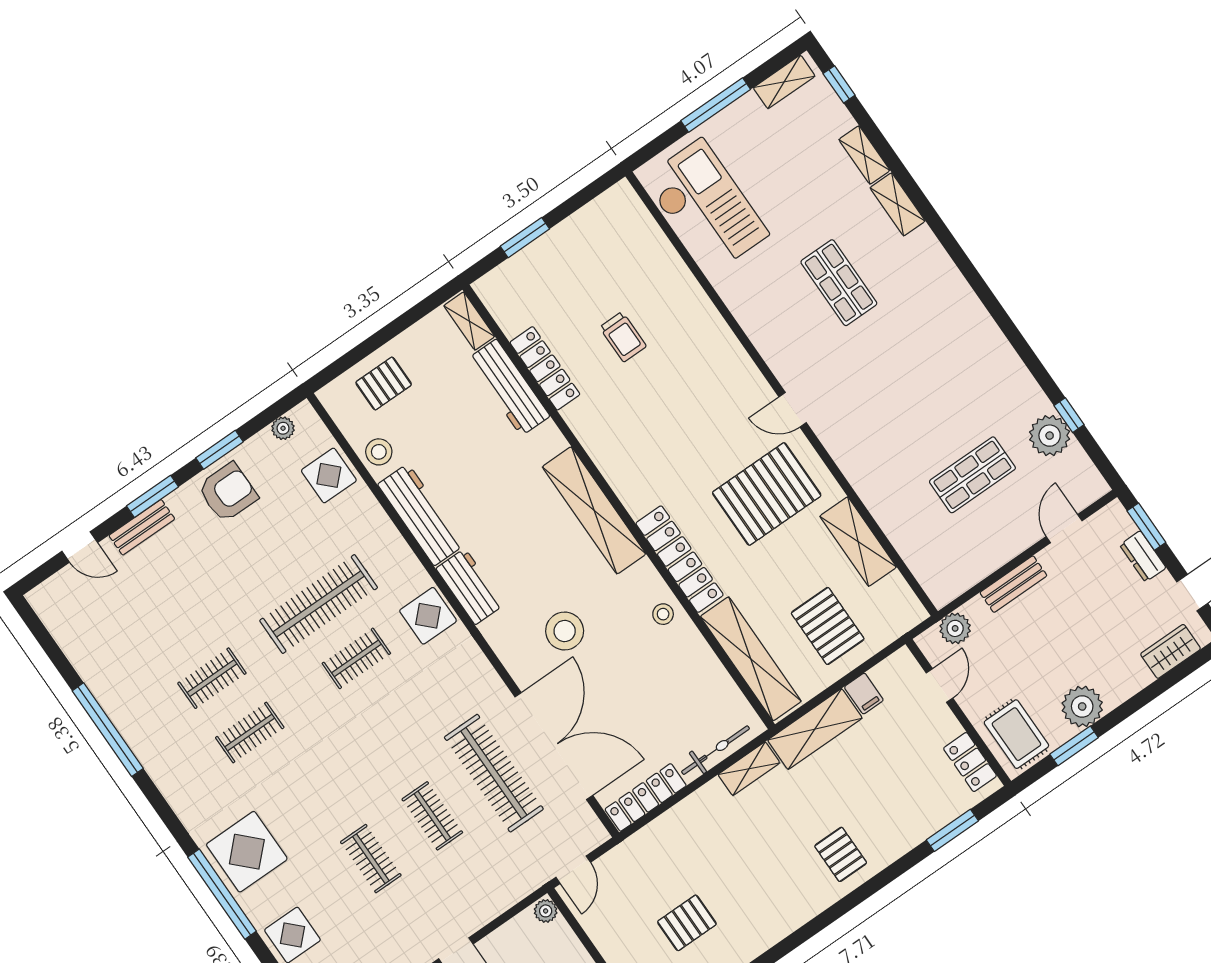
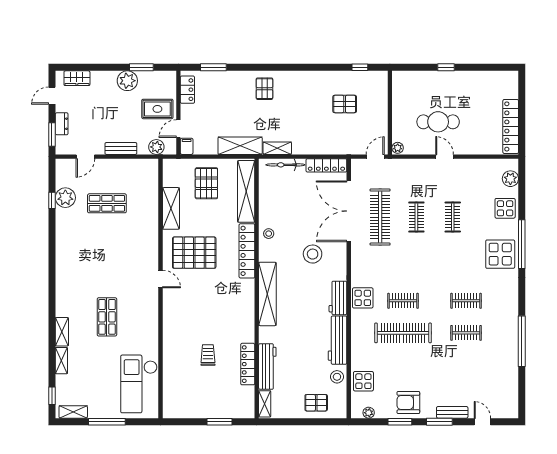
filing cabinet: (864, 694) -> (187, 146), moved
rug: (1016, 734) -> (157, 109), moved, turned 90

